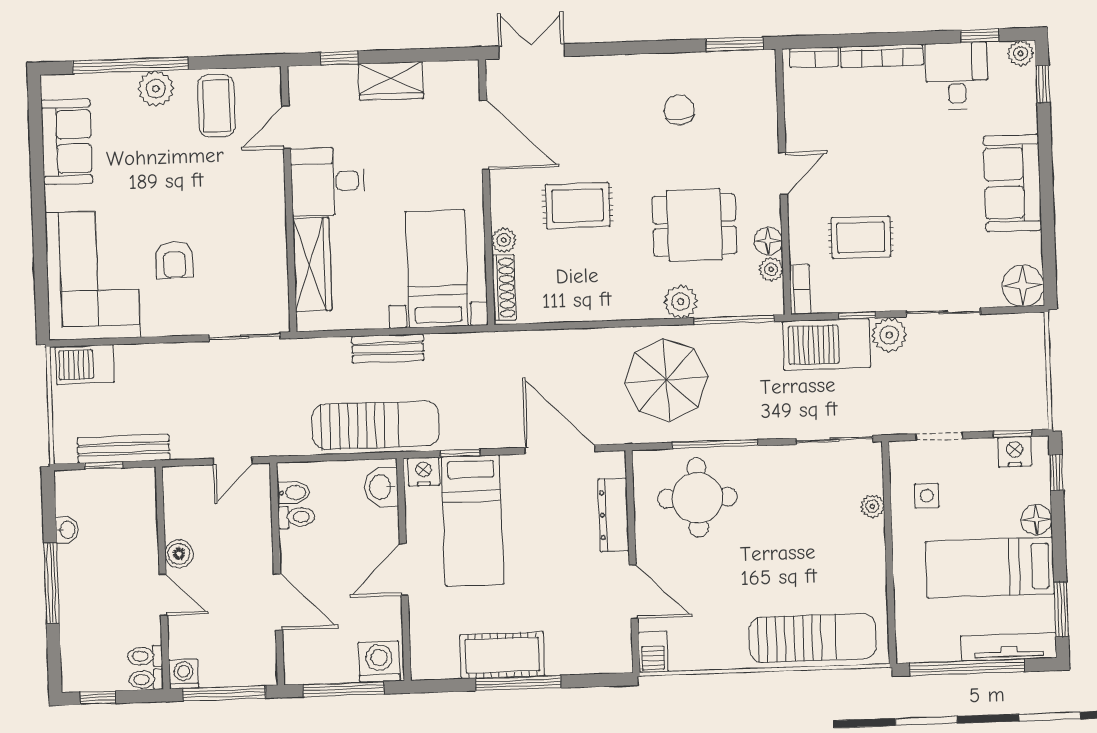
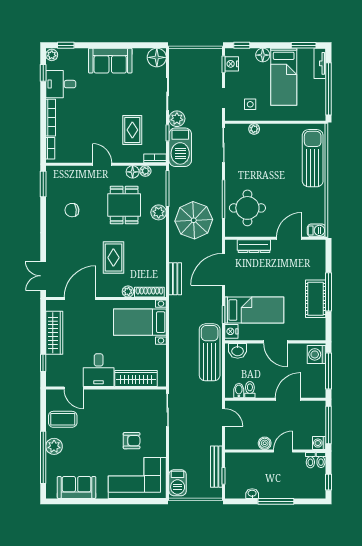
wardrobe: (391, 81) -> (54, 333), width x1.50
bench: (388, 349) -> (175, 279), moved
tv unit: (1009, 647) -> (320, 63), width x0.71

